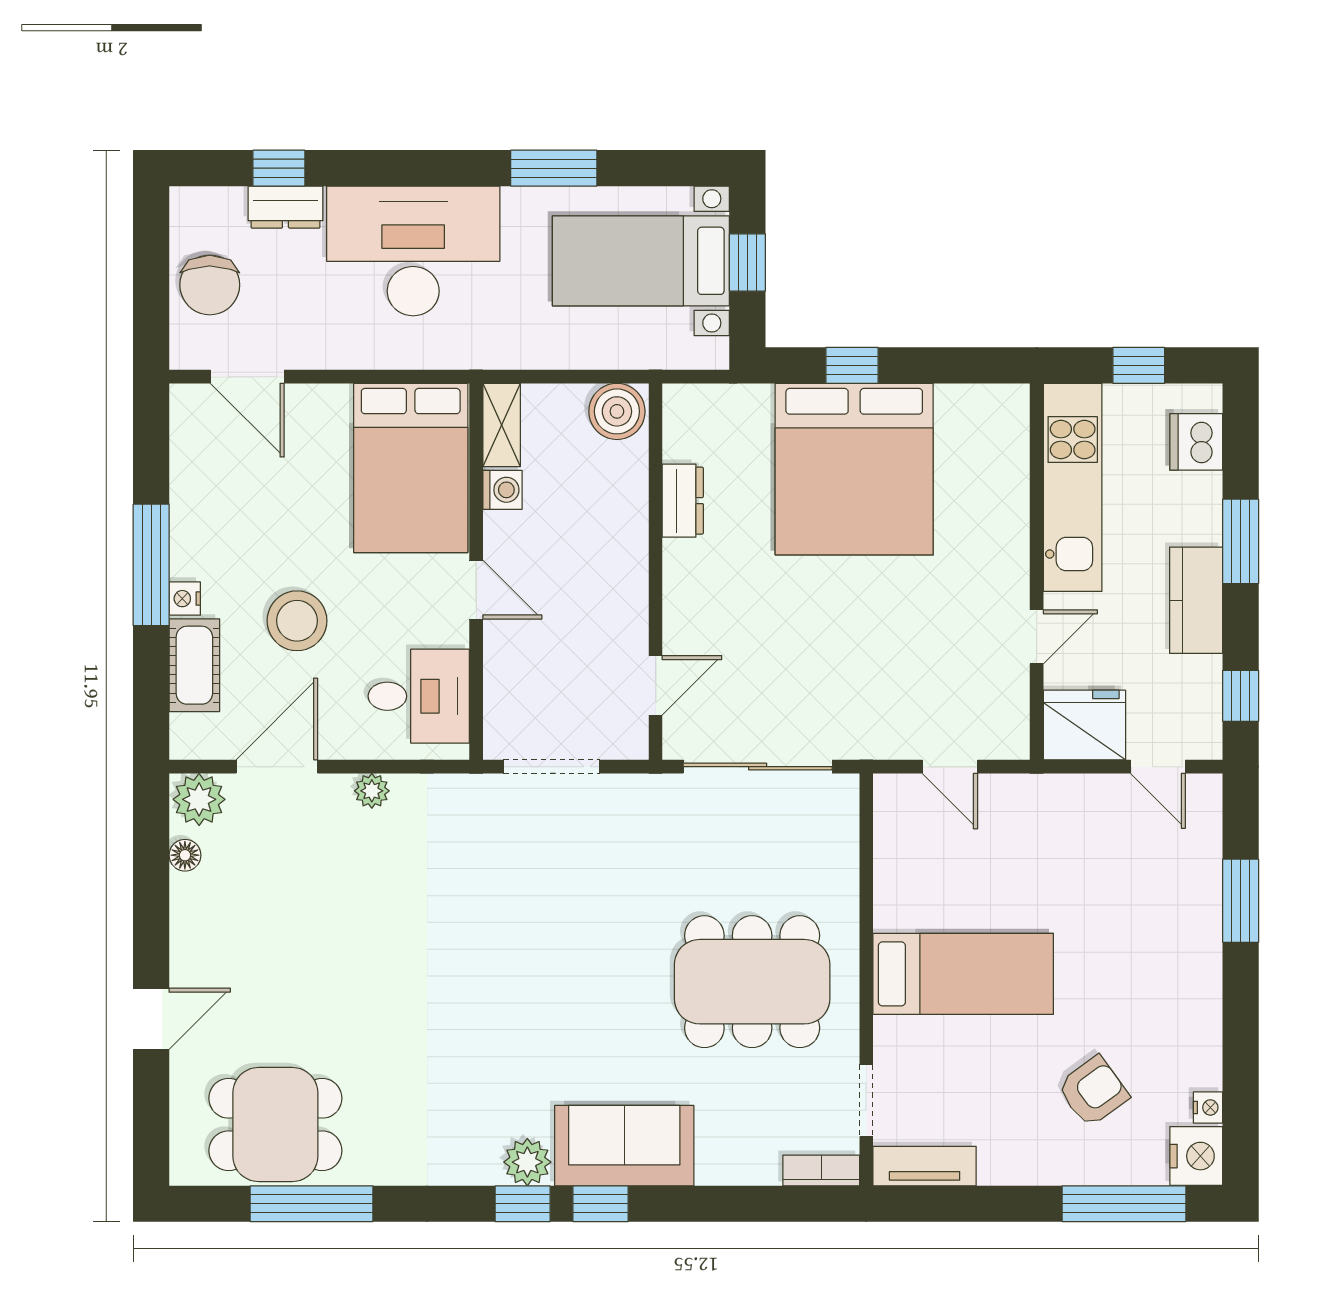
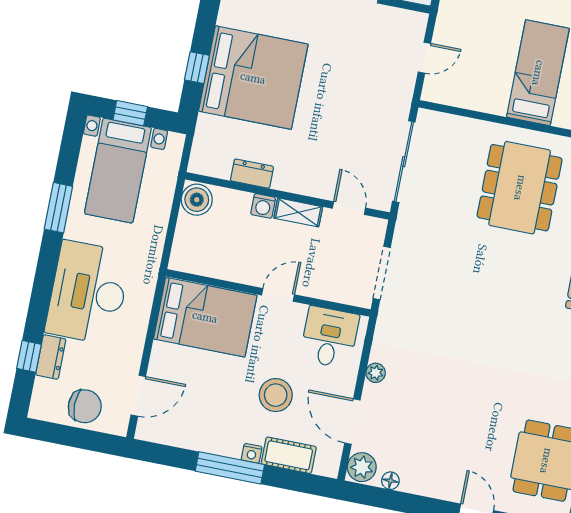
shelving: (502, 425) -> (298, 212), moved
washing machine: (502, 490) -> (263, 206), moved, turned 180

